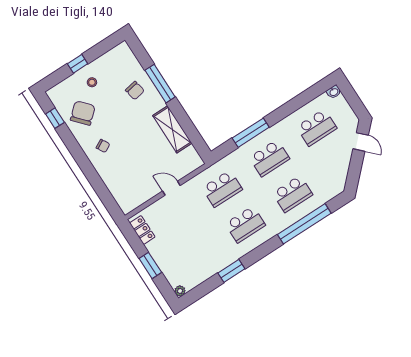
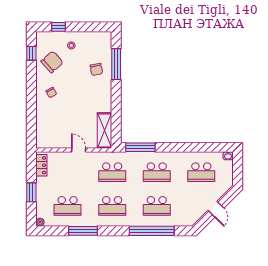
window: (78, 64) -> (58, 27), moved
window: (160, 84) -> (116, 64), moved
shelving: (172, 129) -> (104, 130), moved
window: (251, 133) -> (140, 147), moved
door: (361, 142) -> (216, 209), moved
school desk: (198, 255) -> (68, 206), added
window: (231, 271) -> (83, 231), width x1.44

